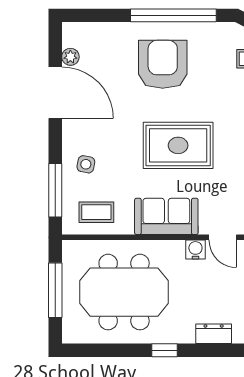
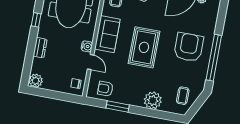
armchair: (163, 64) -> (189, 47), turned -90
door: (223, 237) -> (91, 62), swing flipped

